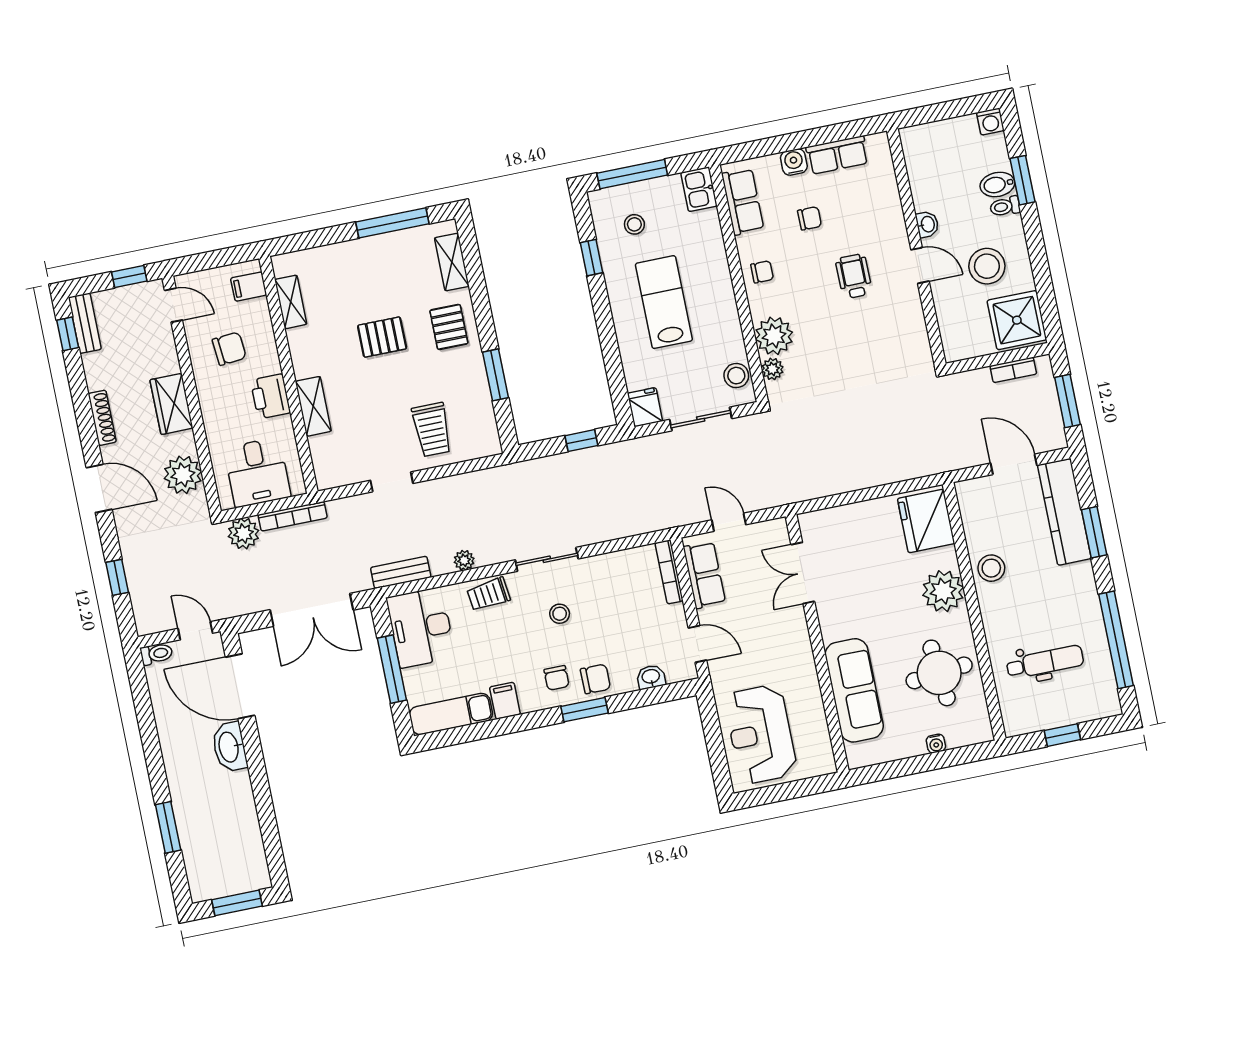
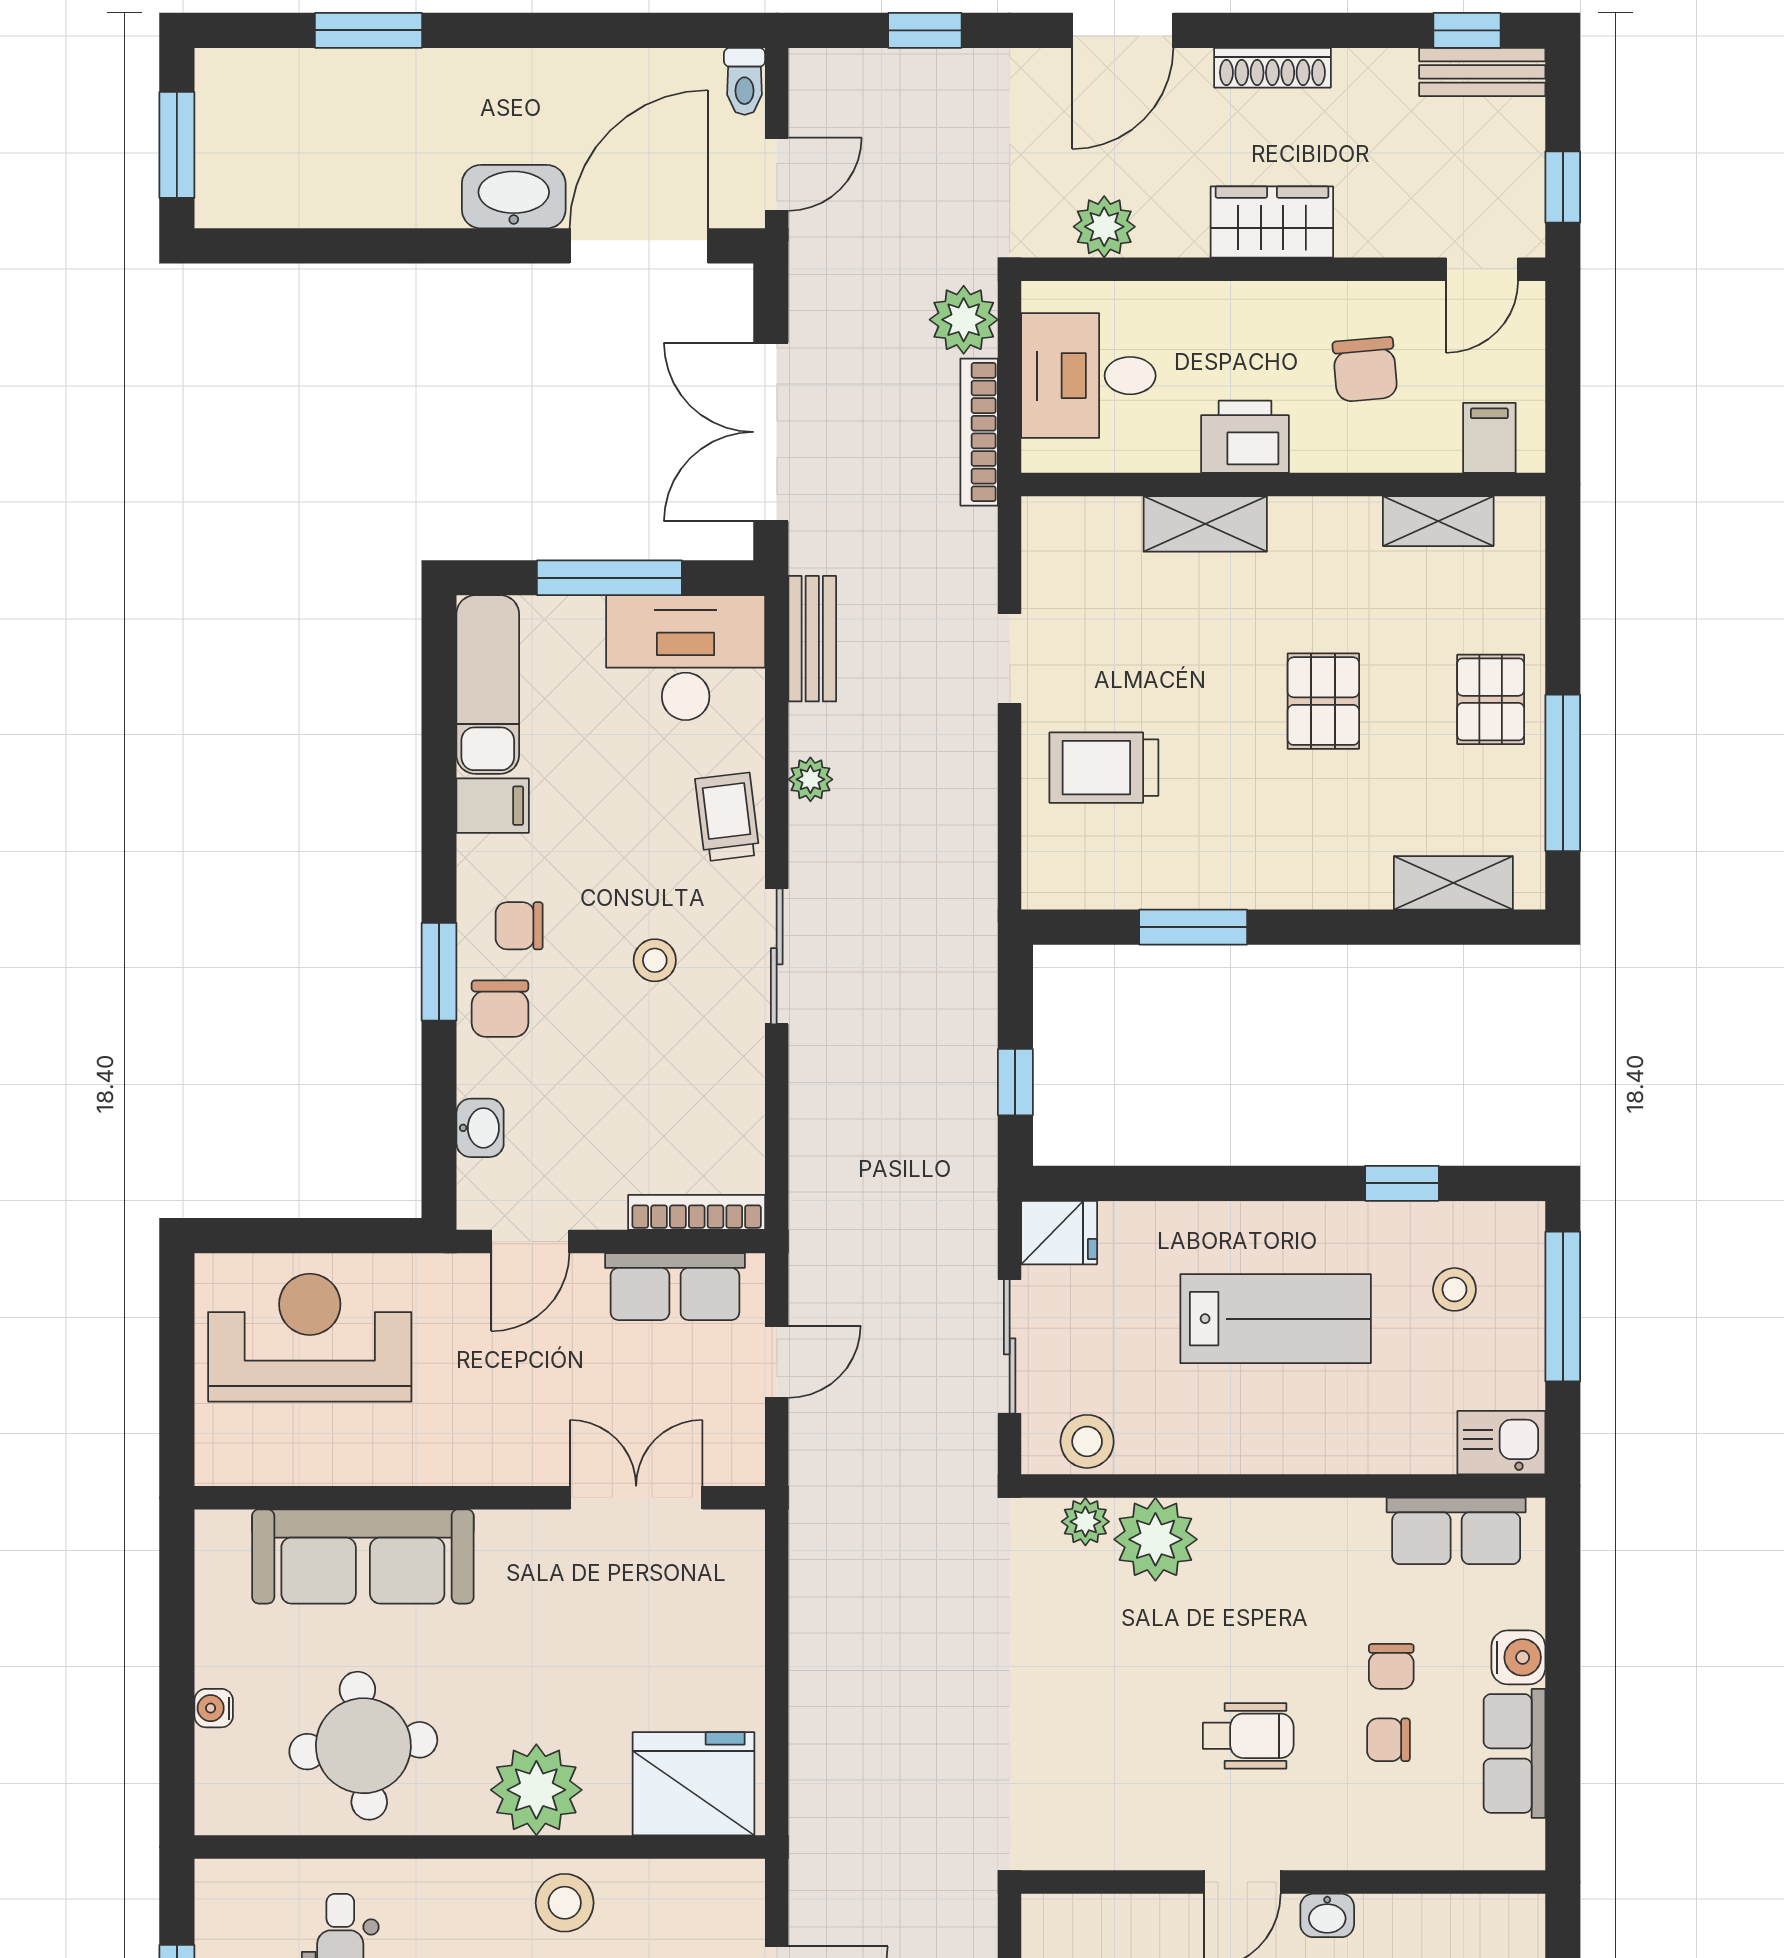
chair: (762, 272) -> (1388, 1740), moved, turned 90
pallet: (449, 327) -> (1491, 699), moved, turned 90
plant: (183, 475) -> (1104, 227), width x0.73, depth x0.73

